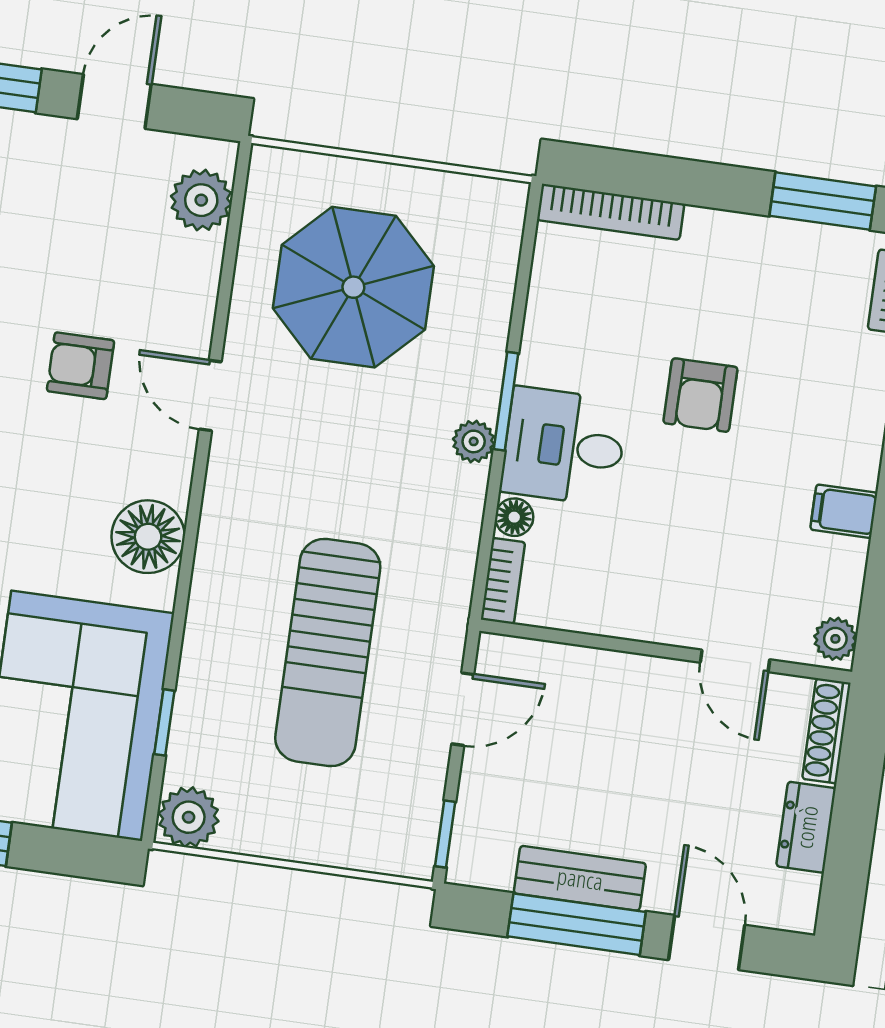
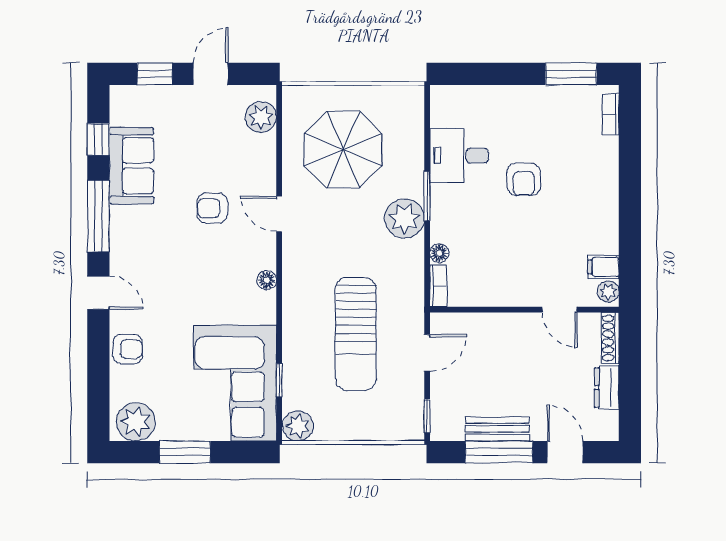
bookcase: (611, 212) -> (466, 94), removed
plant: (474, 441) -> (405, 218), width x1.88, depth x1.88
desk: (564, 446) -> (459, 156), moved
filing cabinet: (844, 511) -> (603, 267), moved
floor lamp: (148, 537) -> (267, 280), width x0.53, depth x0.53

